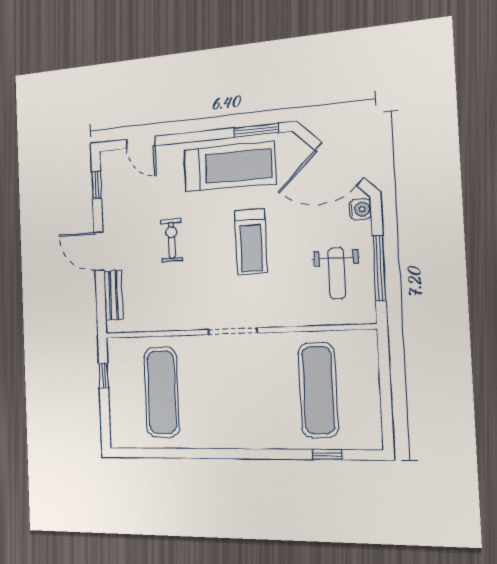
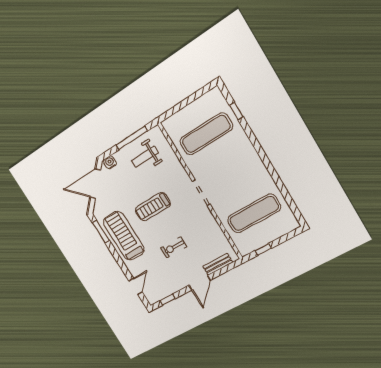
door: (339, 164) -> (95, 184), swing flipped
treadmill: (251, 242) -> (153, 207), turned 180
weight bench: (337, 273) -> (145, 157), turned 180

